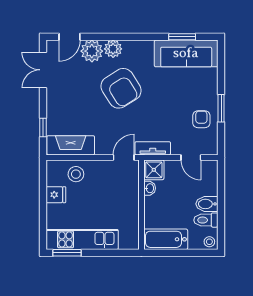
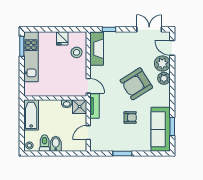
armchair: (201, 119) -> (130, 117), moved

